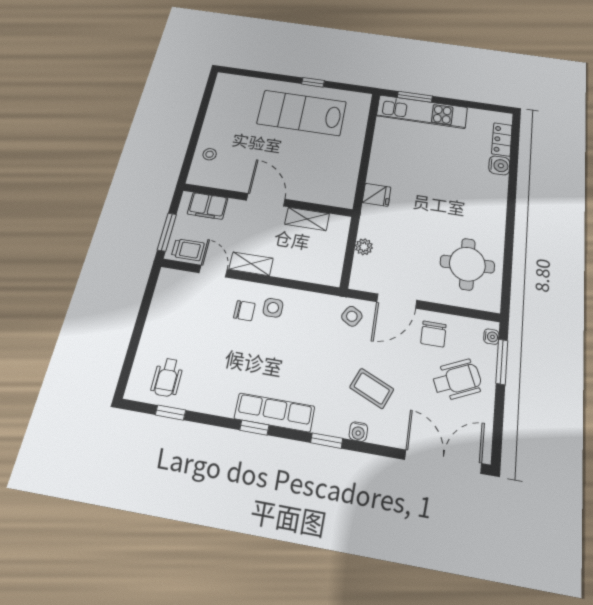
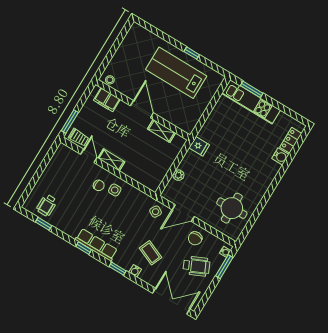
door: (266, 200) -> (142, 109), moved
wall: (267, 200) -> (143, 110), moved
filing cabinet: (208, 206) -> (107, 100), moved
shelving: (307, 219) -> (161, 131), moved

